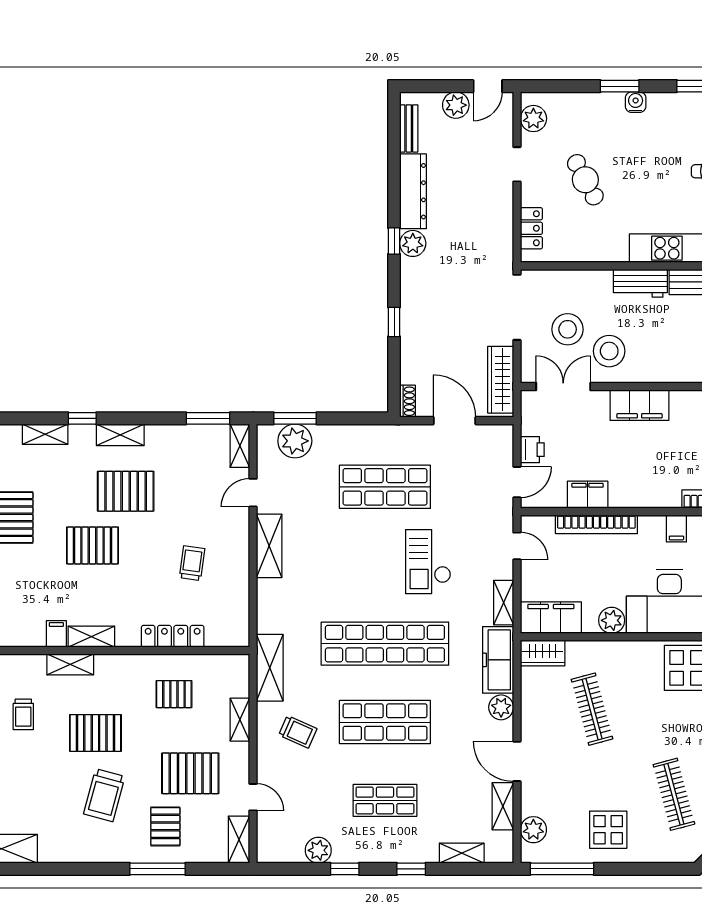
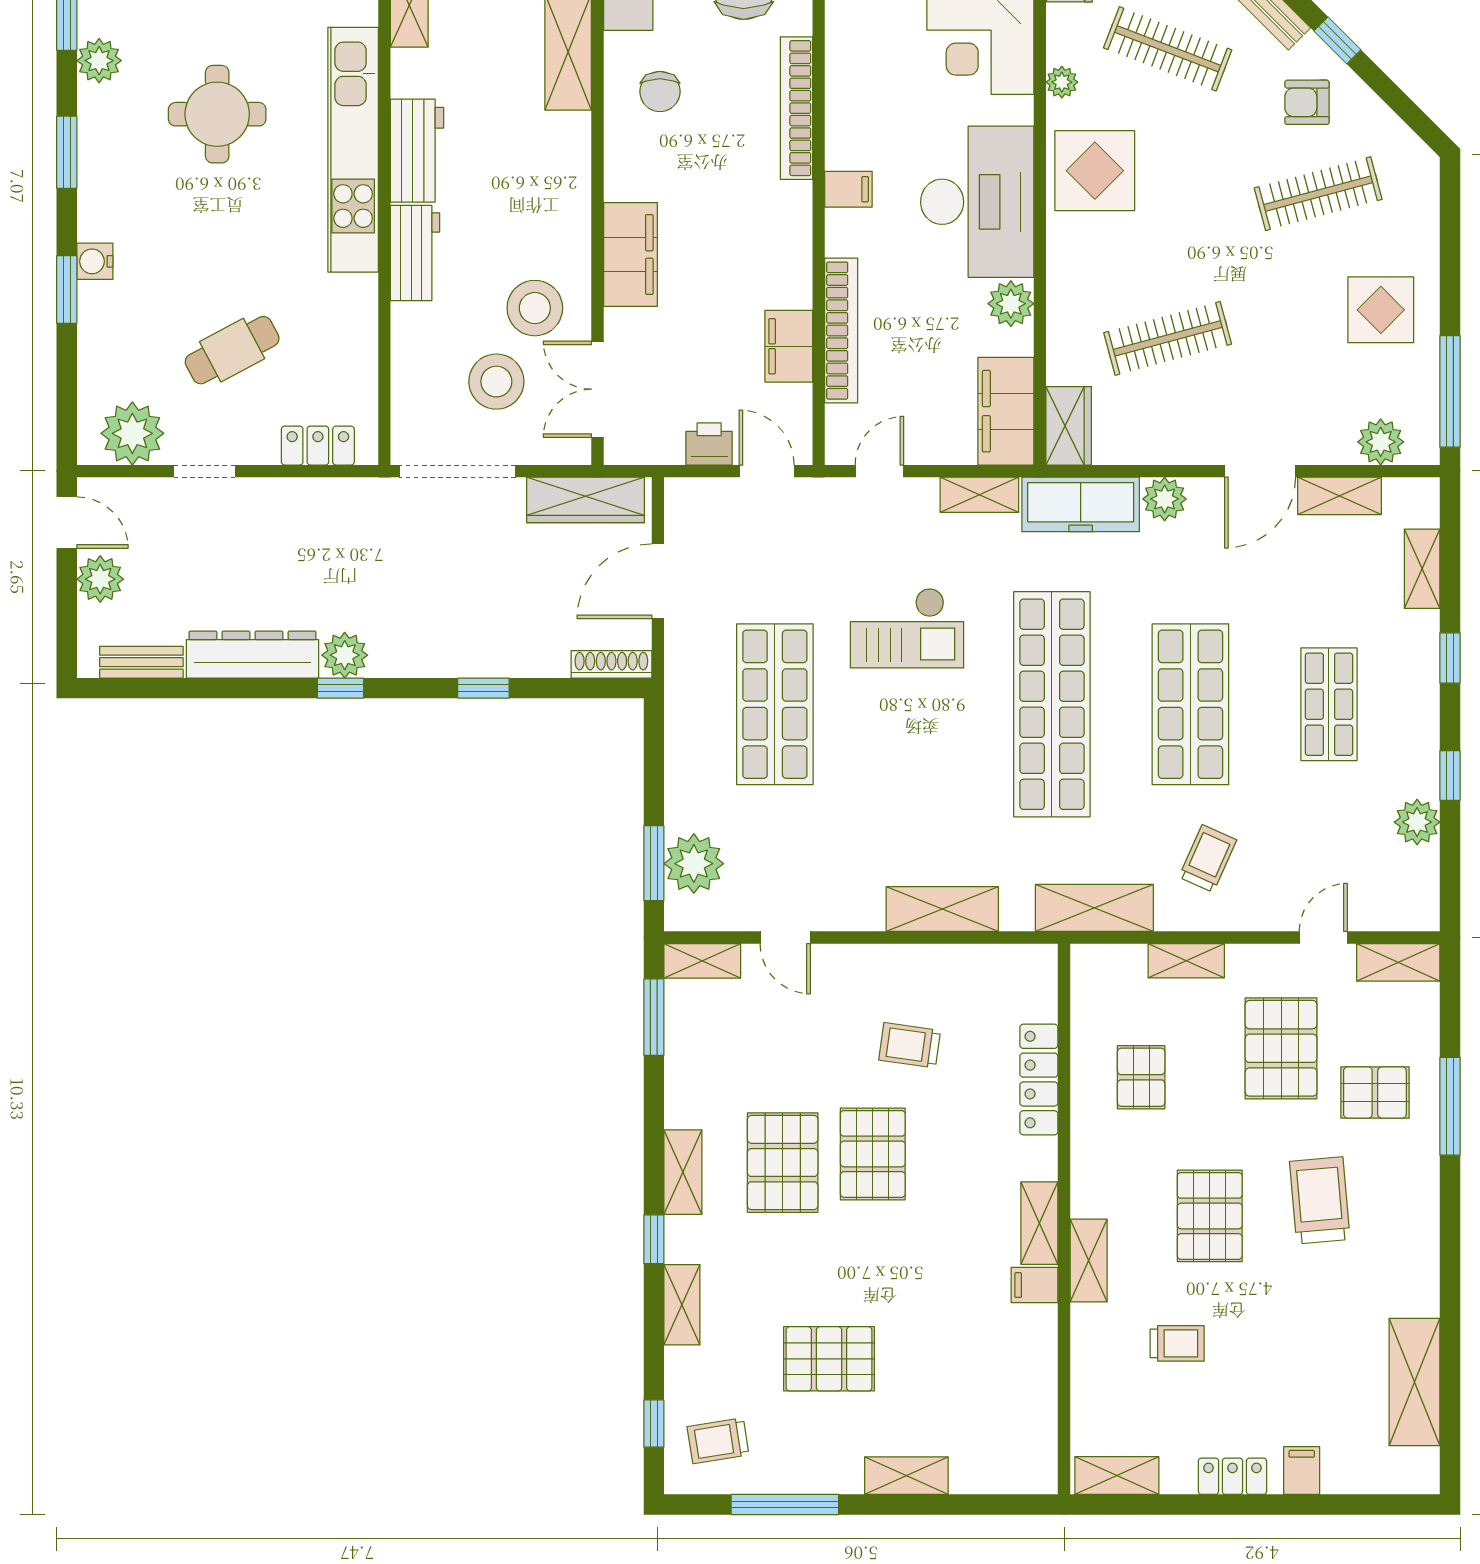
plant: (533, 119) -> (132, 433), width x1.36, depth x1.36
shoe rack: (408, 401) -> (611, 664), width x1.43
pallet: (92, 545) -> (873, 1154), moved
shelving: (269, 546) -> (942, 909), moved
trolley: (104, 795) -> (1320, 1200), turned -110

